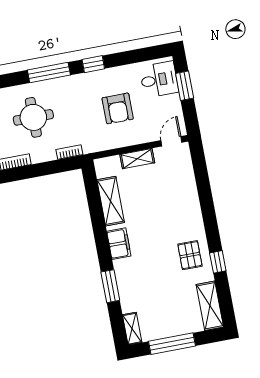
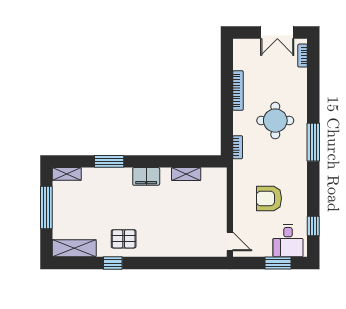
window: (93, 64) -> (313, 226), moved
shelving: (137, 159) -> (220, 208), removed
shelving: (111, 201) -> (186, 174), width x0.67, depth x0.75

